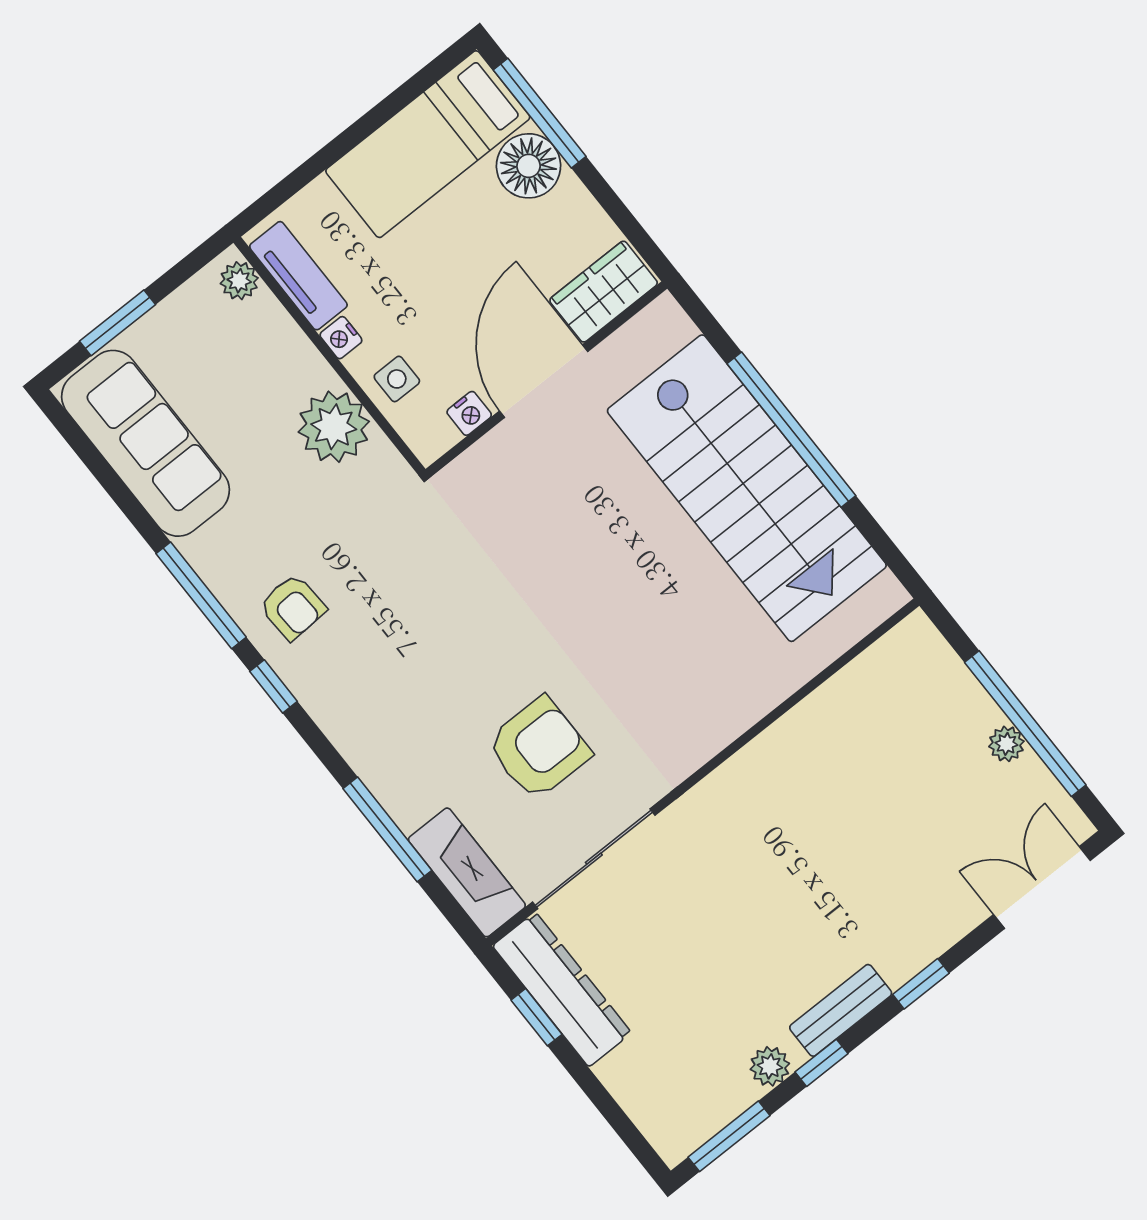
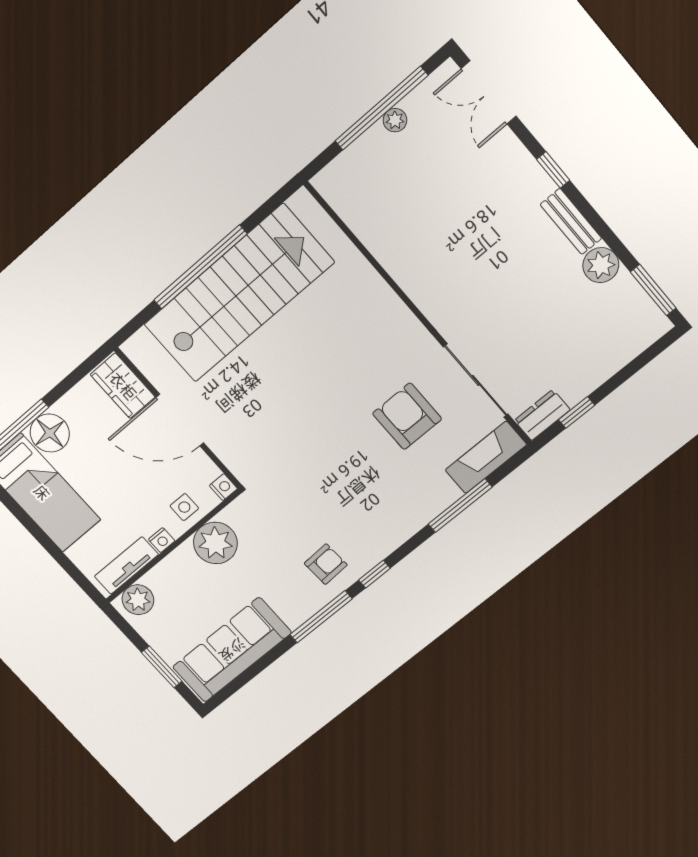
plant: (239, 281) -> (138, 600), width x1.38, depth x1.38
nightstand: (469, 413) -> (223, 487), moved
dresser: (562, 989) -> (542, 415), width x0.51, depth x0.80
window: (822, 1063) -> (605, 232), removed
plant: (770, 1066) -> (601, 265), width x1.38, depth x1.38

